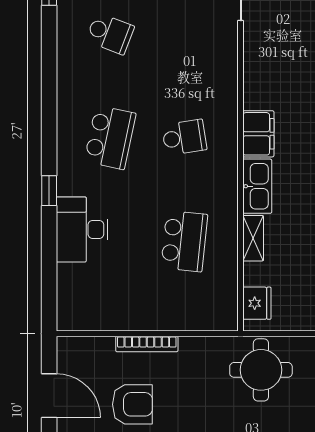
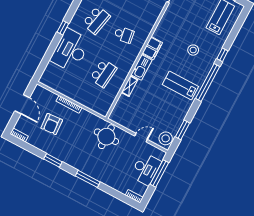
desk: (82, 229) -> (70, 50), width x1.36, depth x1.30
fridge: (257, 303) -> (118, 111), removed
armchair: (132, 404) -> (52, 124), turned 86

